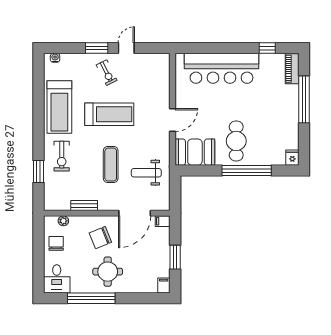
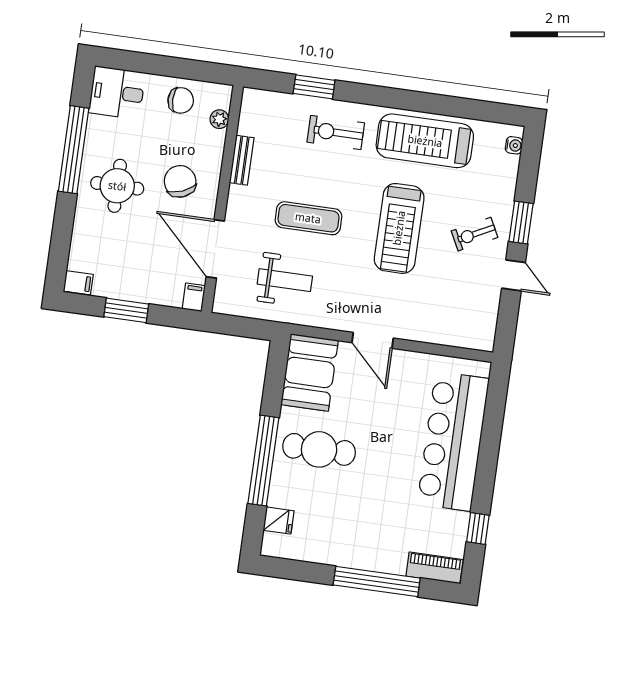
fridge: (292, 158) -> (279, 521), moved
weight bench: (146, 173) -> (285, 280), turned 90

